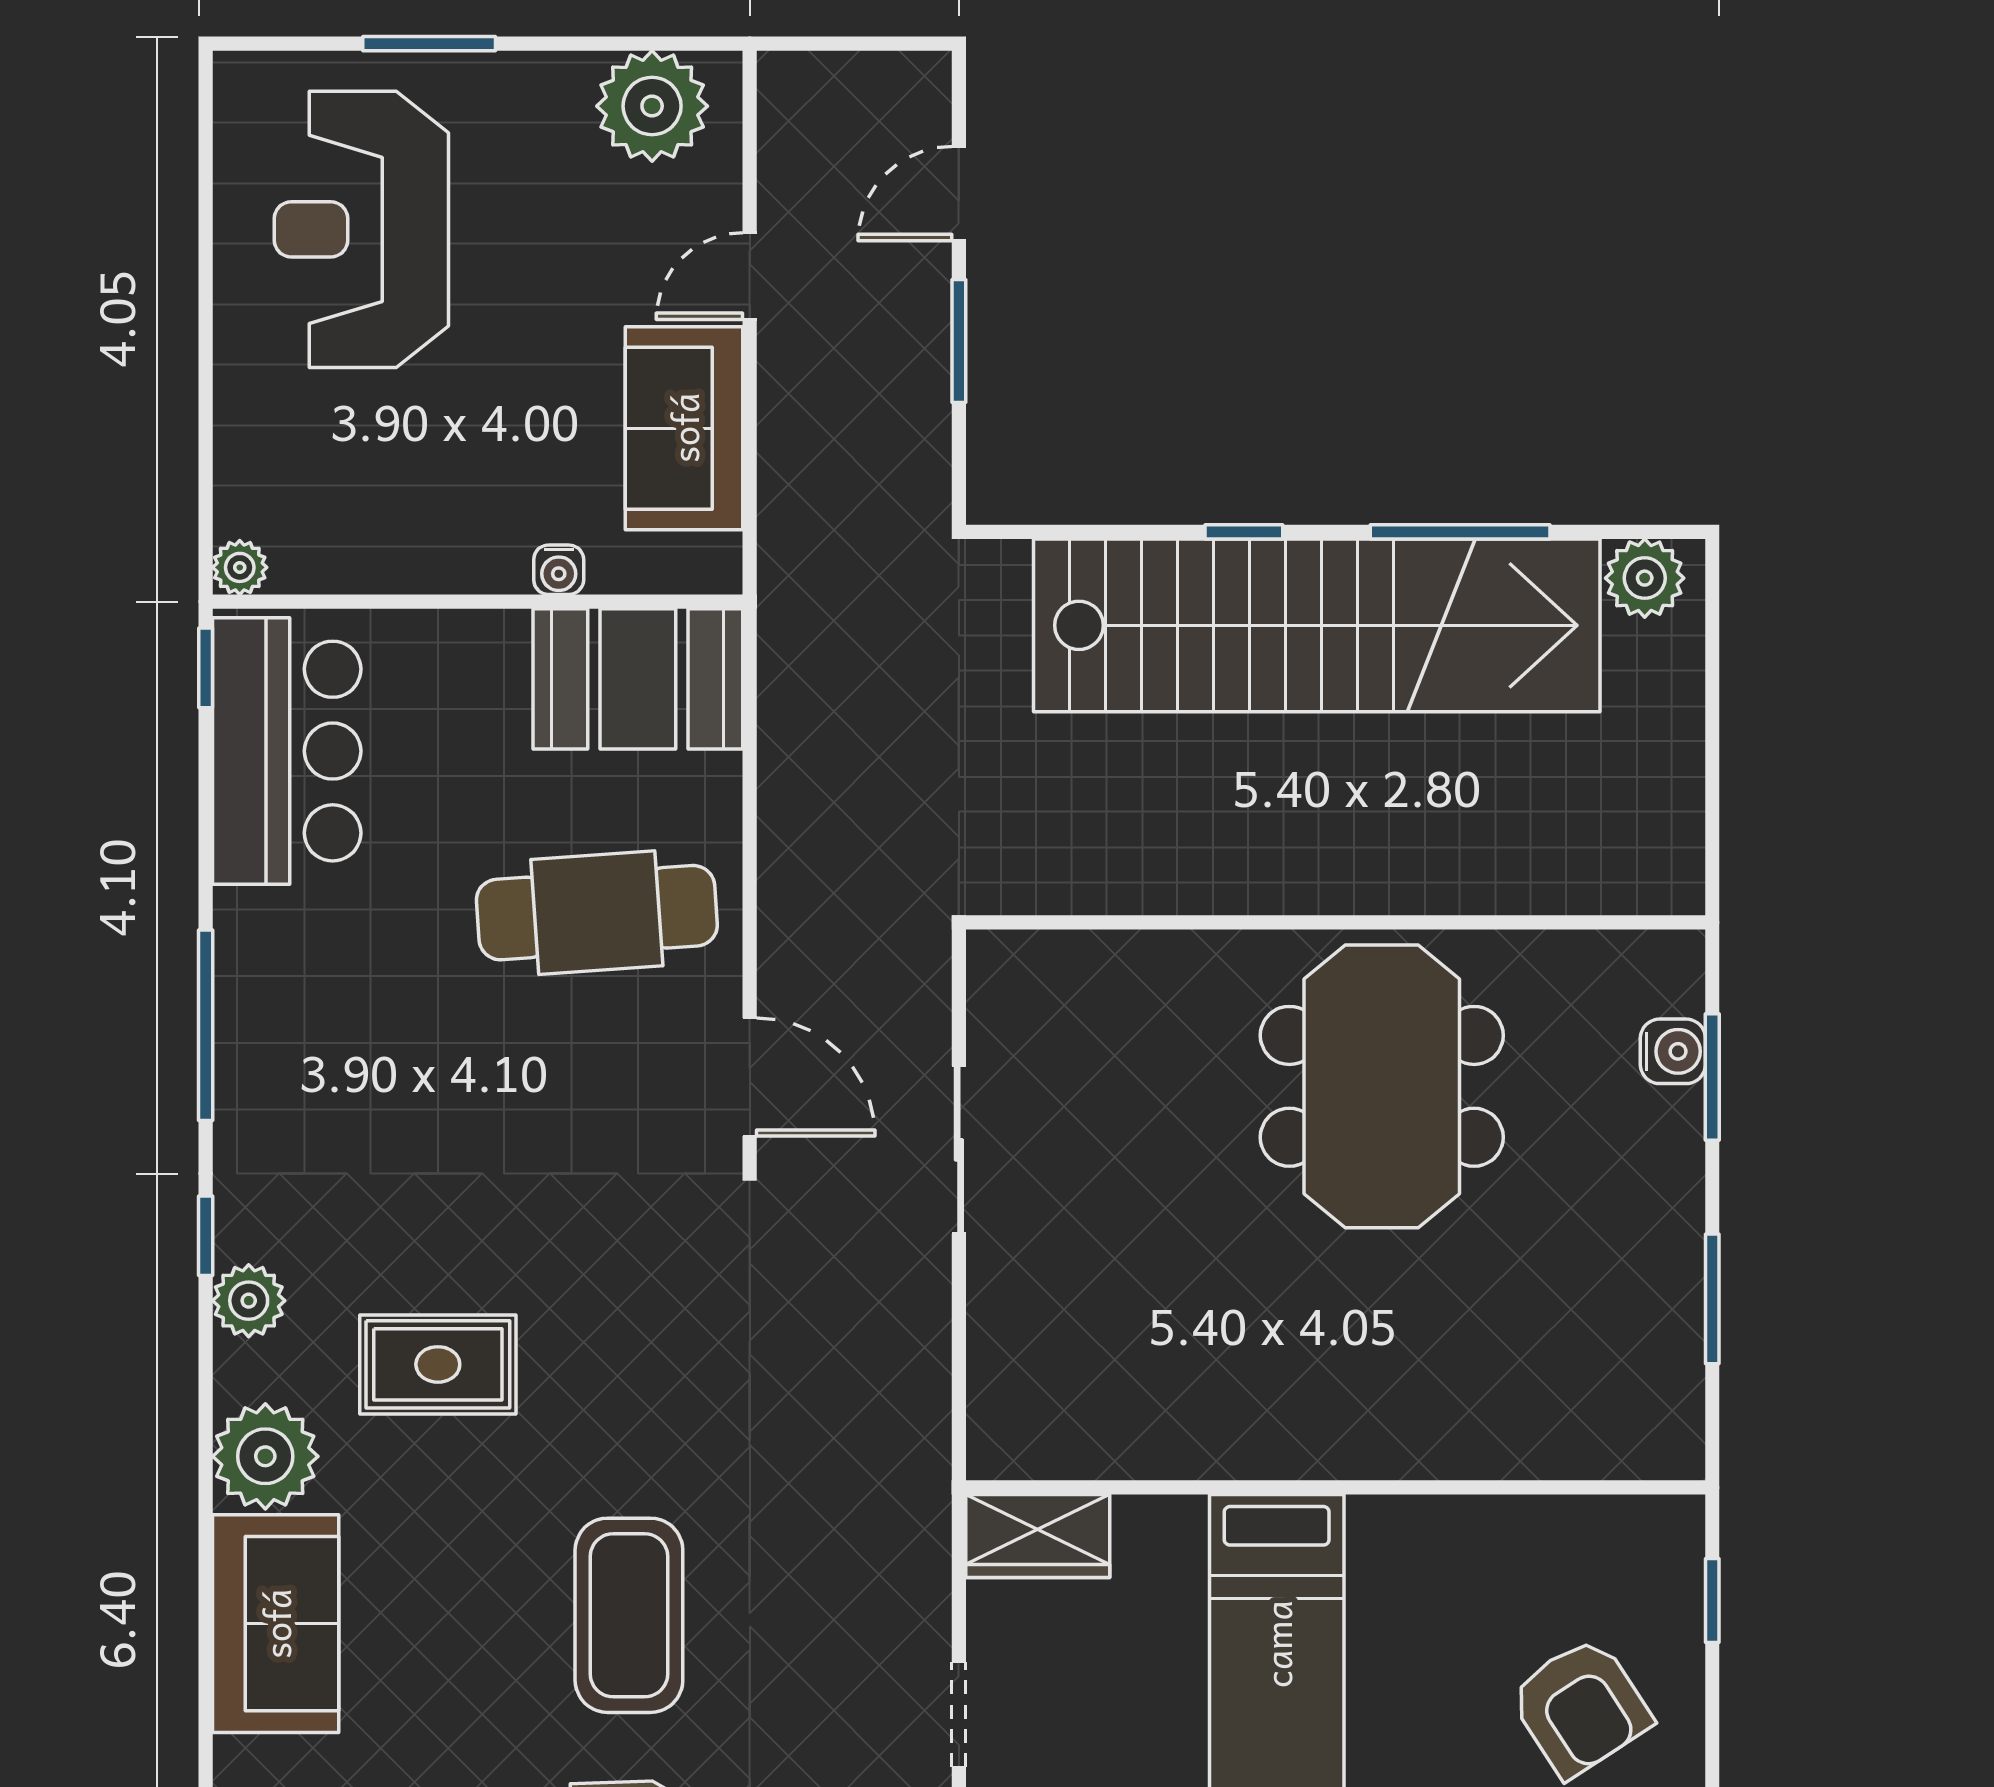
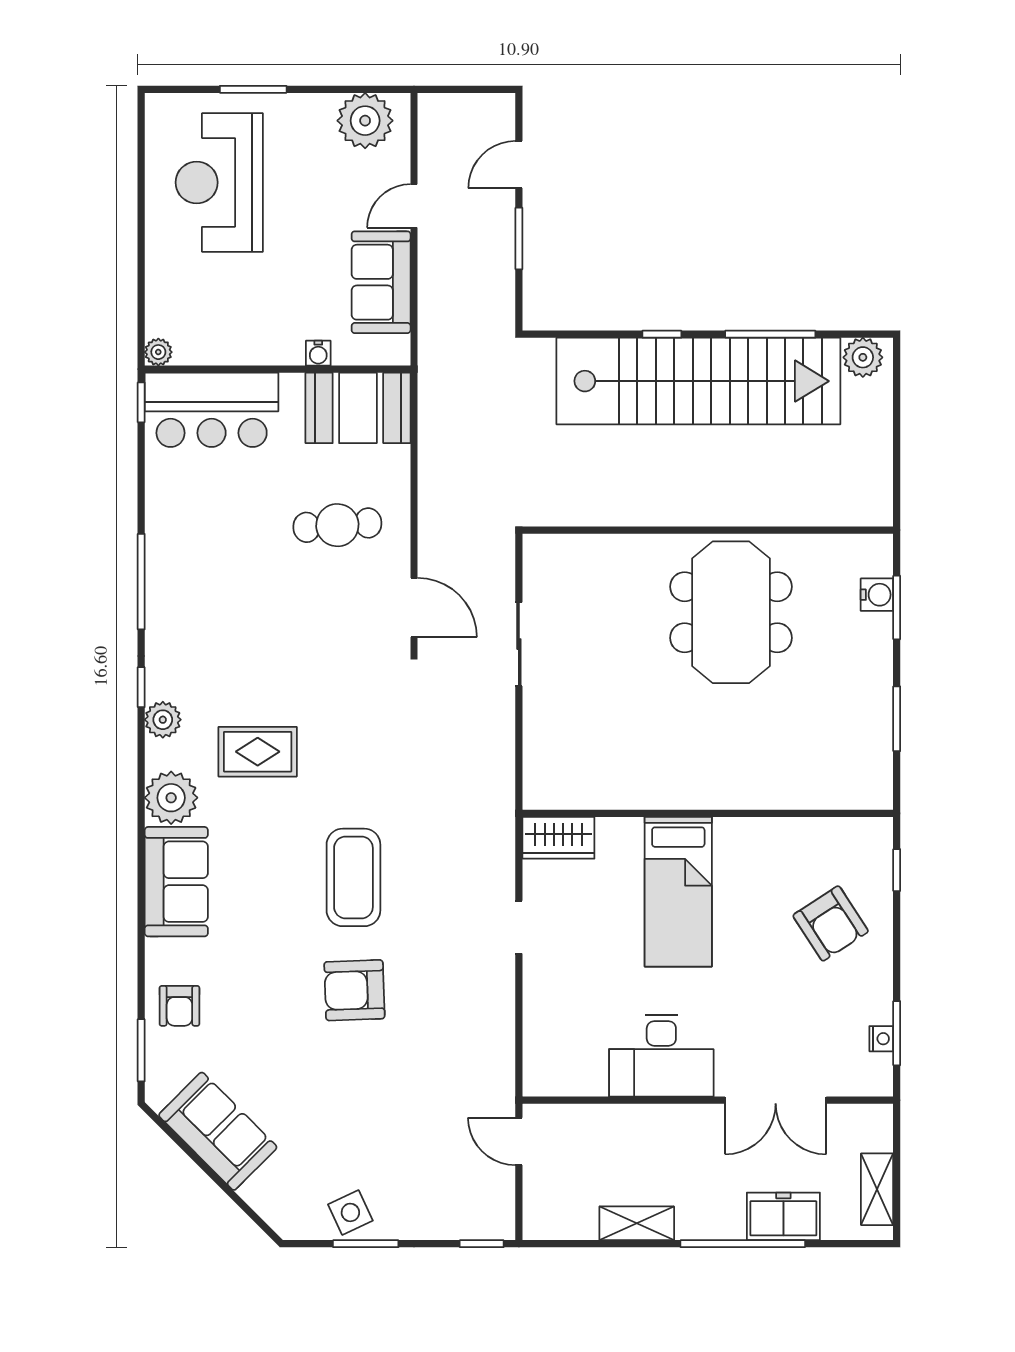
bar counter: (287, 751) -> (212, 410), moved, turned 90
cafe table: (597, 913) -> (337, 525), width x0.73, depth x0.74

